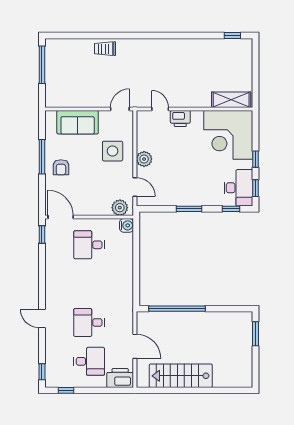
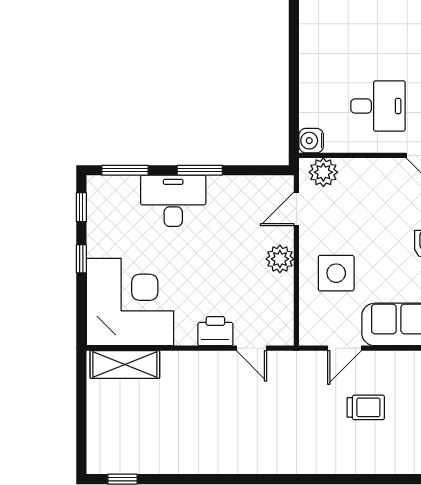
trolley: (105, 49) -> (366, 407), moved
door: (120, 109) -> (345, 348), moved
door: (135, 187) -> (296, 209), hinge flipped
desk: (238, 188) -> (173, 201), moved, turned 90
window: (231, 209) -> (125, 170), width x1.50

